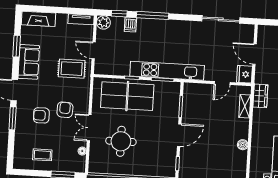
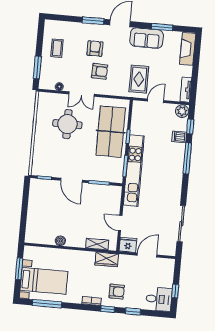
double door: (89, 128) -> (82, 94), swing flipped

